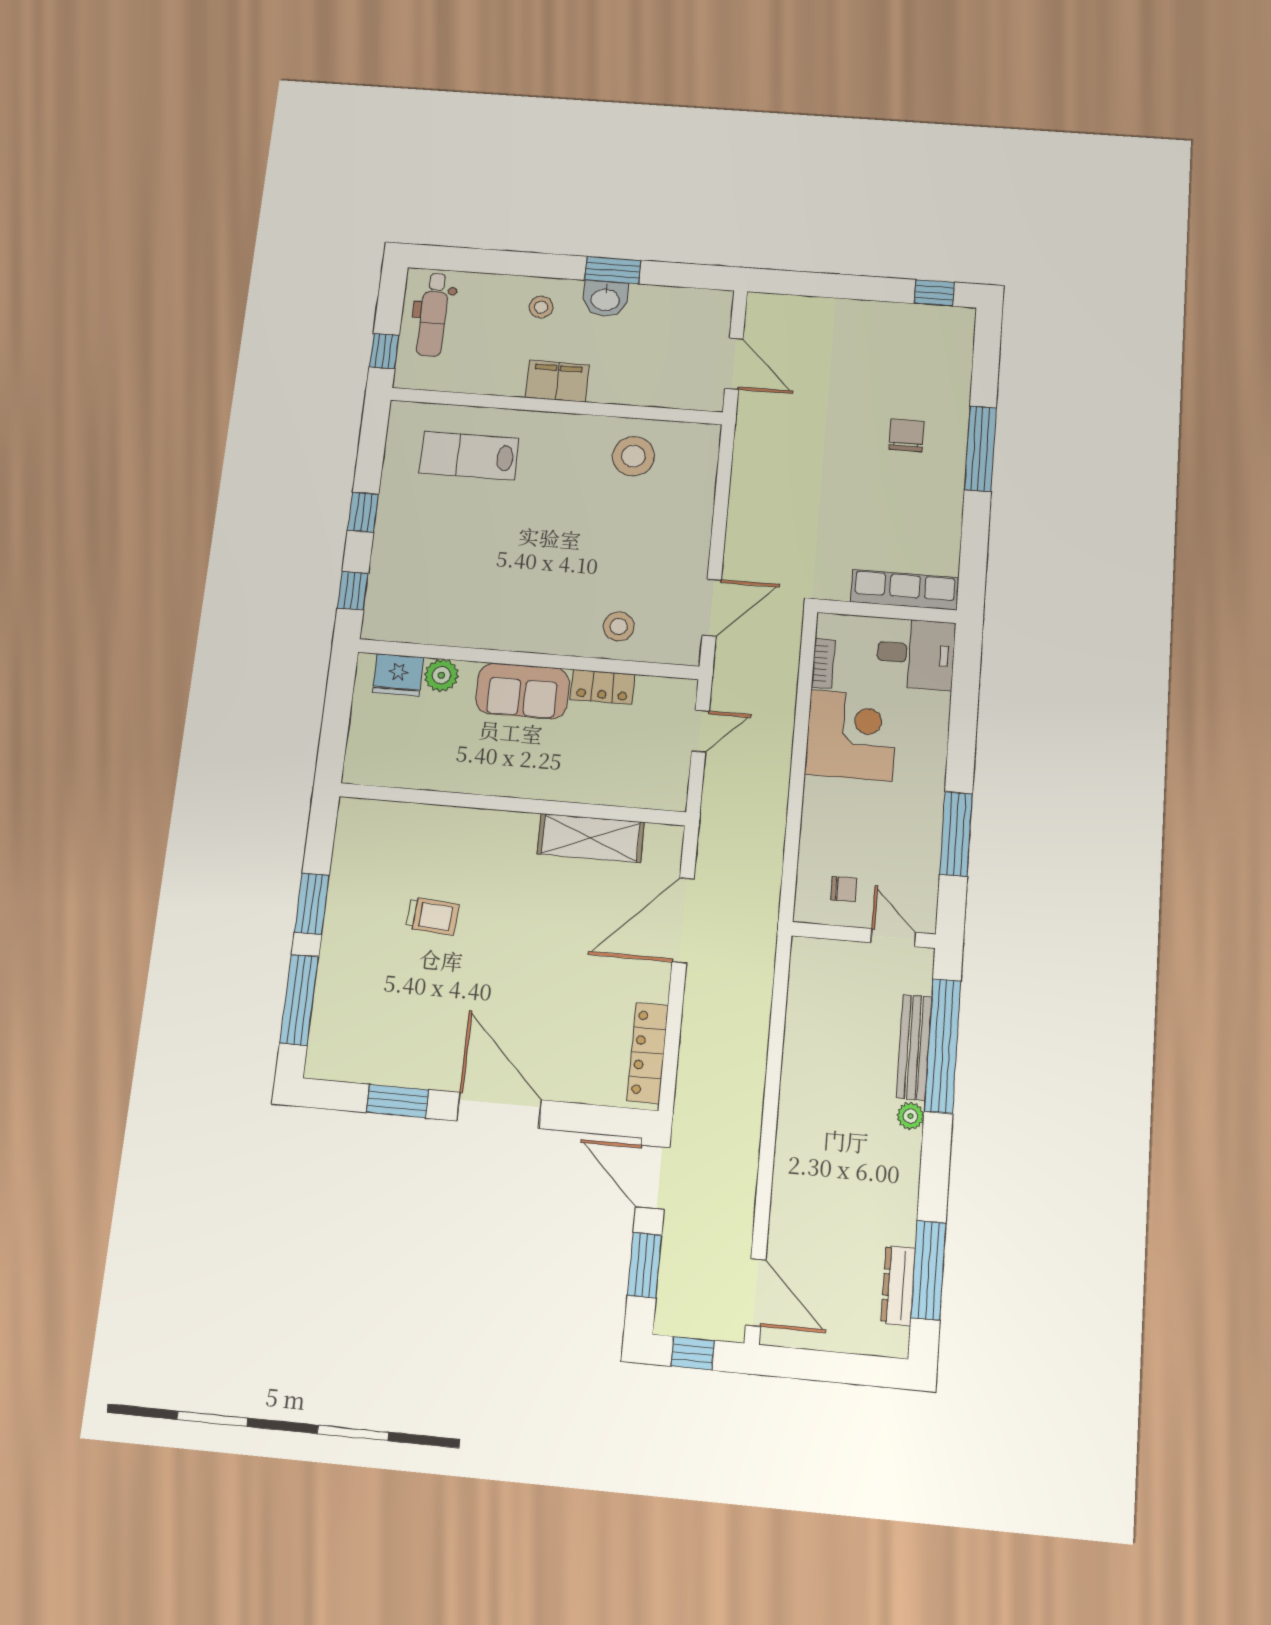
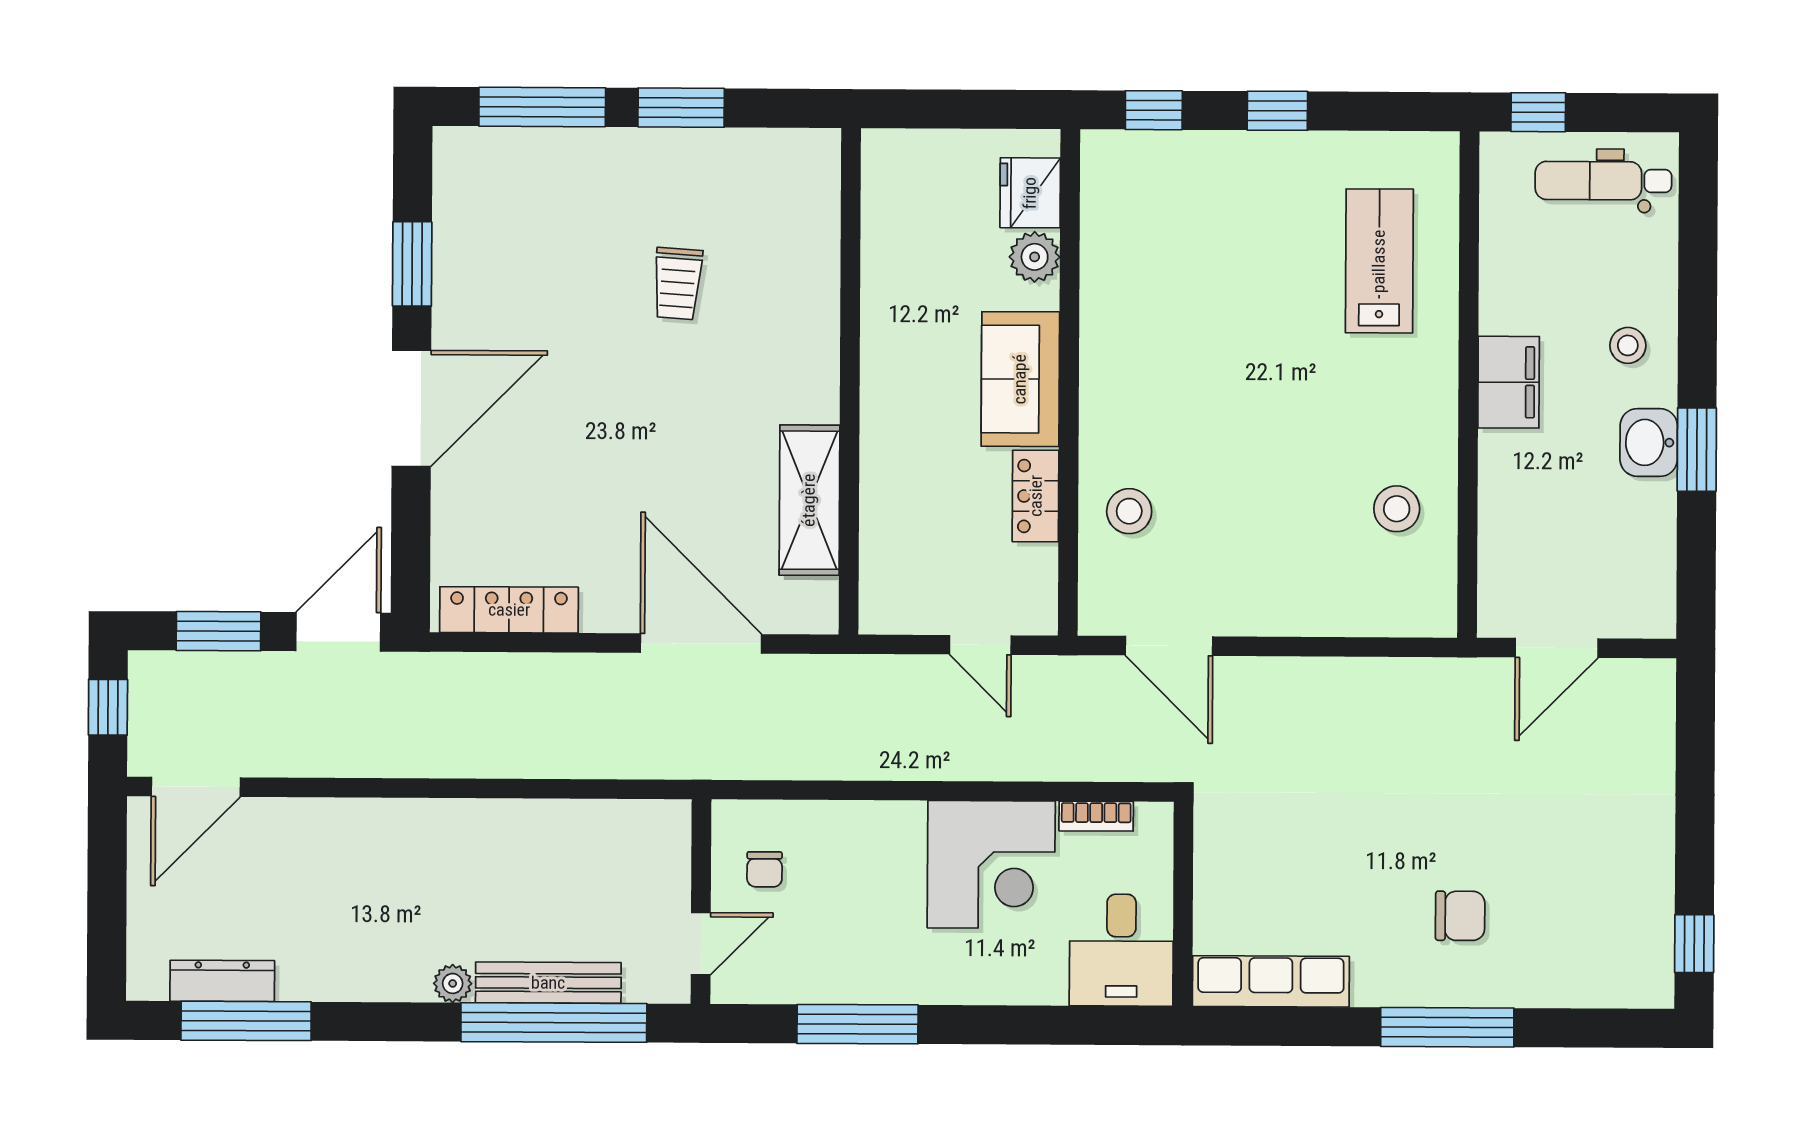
stool: (633, 456) -> (1397, 509), width x0.73, depth x0.73
row of seats: (905, 590) -> (1271, 981), moved, turned -90

